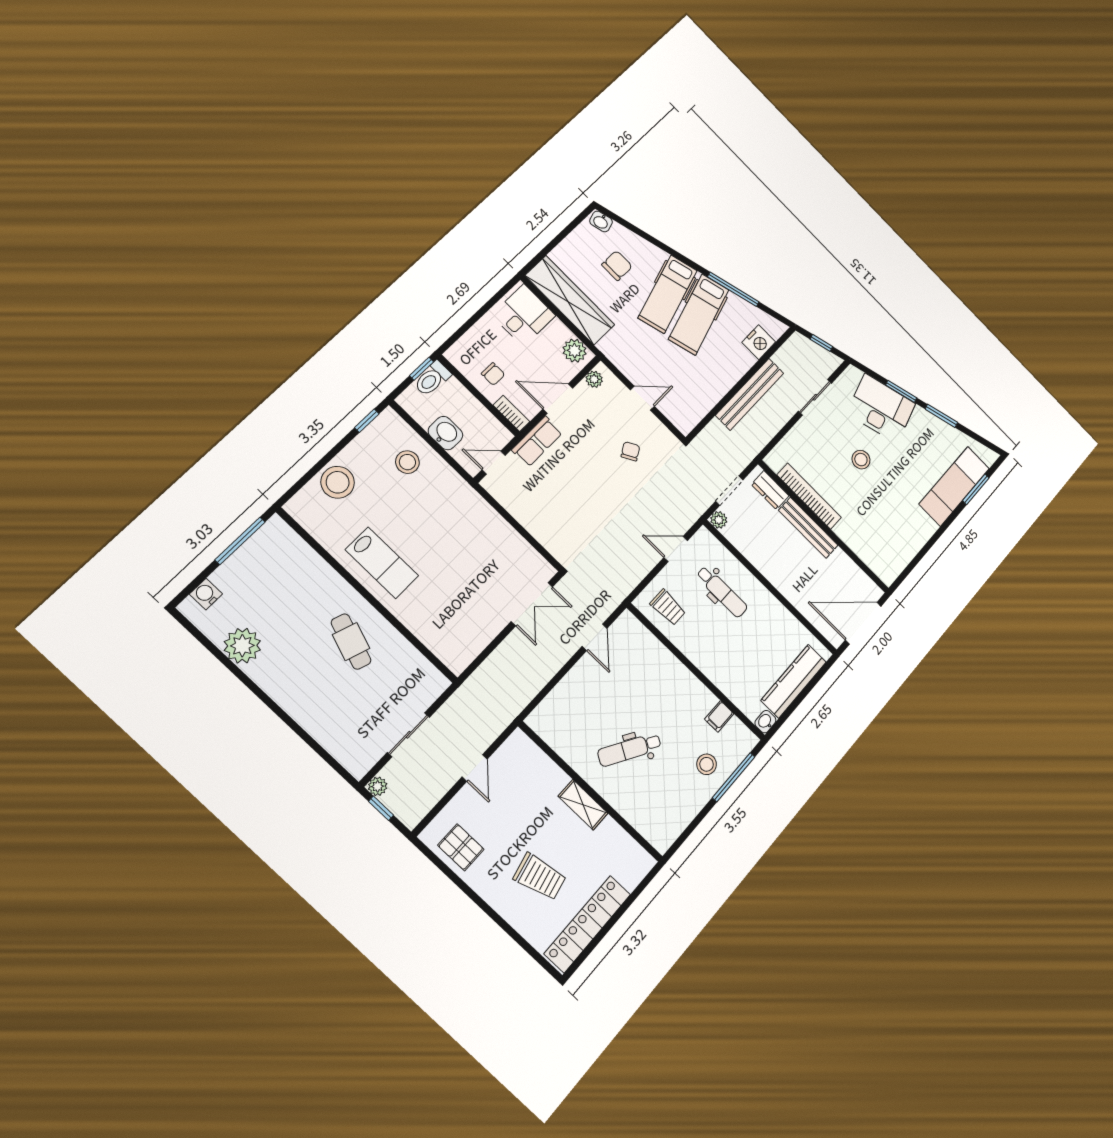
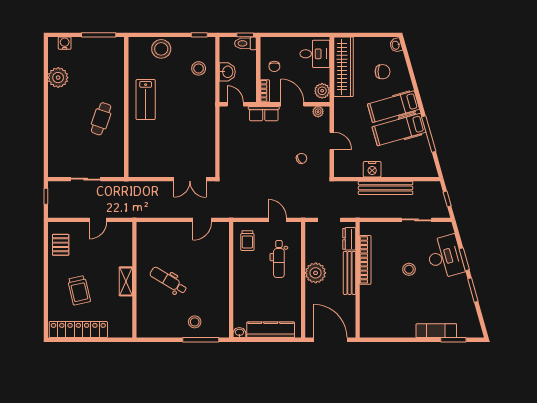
nightstand: (759, 342) -> (372, 169), moved
exam couch: (954, 486) -> (436, 331), width x0.73, depth x0.69
plant: (719, 520) -> (316, 273), moved, width x1.88, depth x1.88
filing cabinet: (719, 716) -> (221, 309), removed
plant: (378, 786) -> (53, 186), removed

